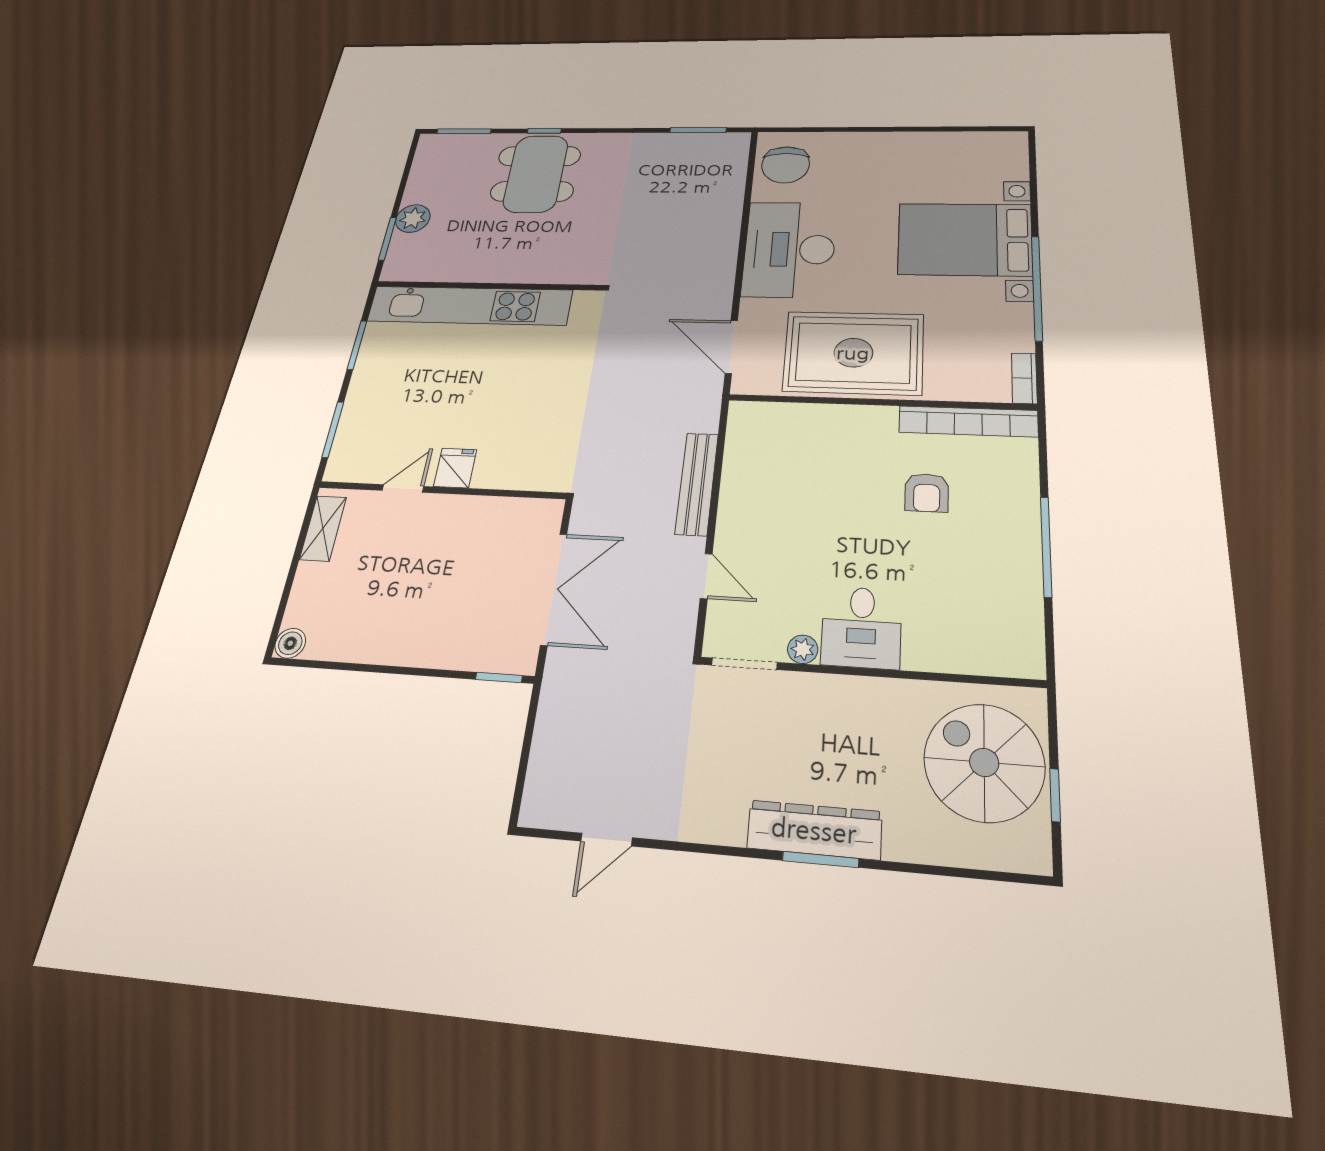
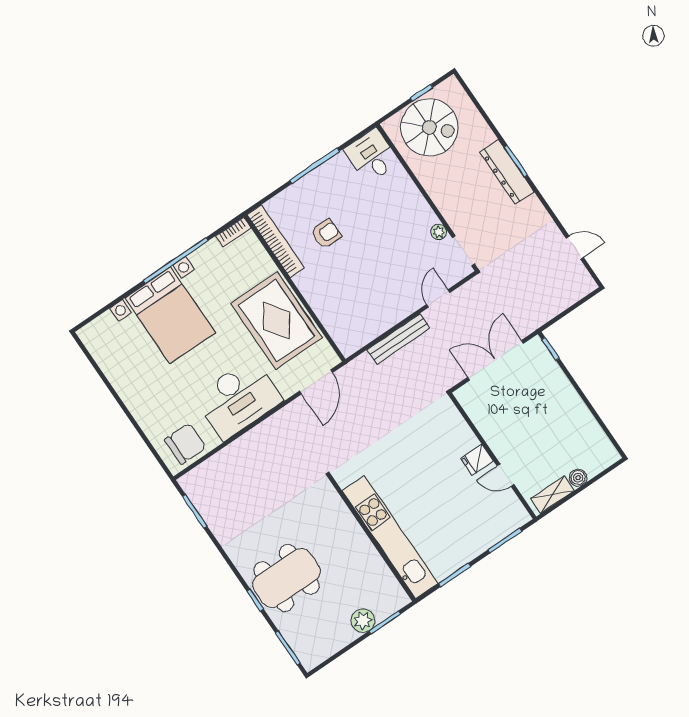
desk: (861, 627) -> (372, 156), moved, turned -90
boiler: (290, 643) -> (578, 478), moved
spiral stairs: (984, 762) -> (429, 127), turned -90

